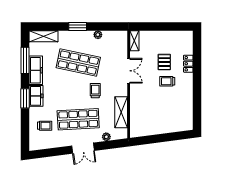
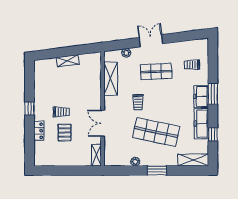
window: (25, 60) -> (213, 134), width x0.46
window: (197, 85) -> (29, 108), added
shop shelf: (78, 119) -> (156, 72), width x0.70, depth x0.74
shelving: (161, 129) -> (68, 61), added

